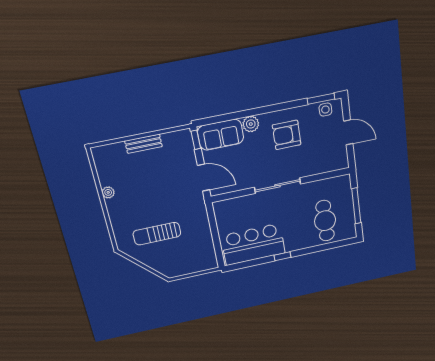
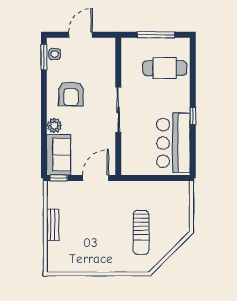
plant: (108, 192) -> (91, 267), removed

